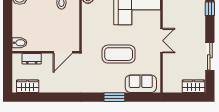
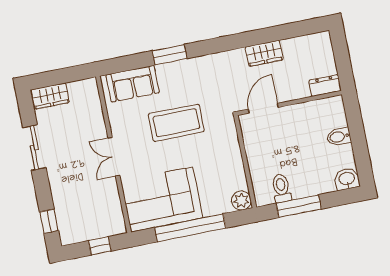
bidet: (19, 43) -> (339, 137), moved
dresser: (32, 59) -> (325, 86), moved
wardrobe: (28, 86) -> (264, 53), moved

